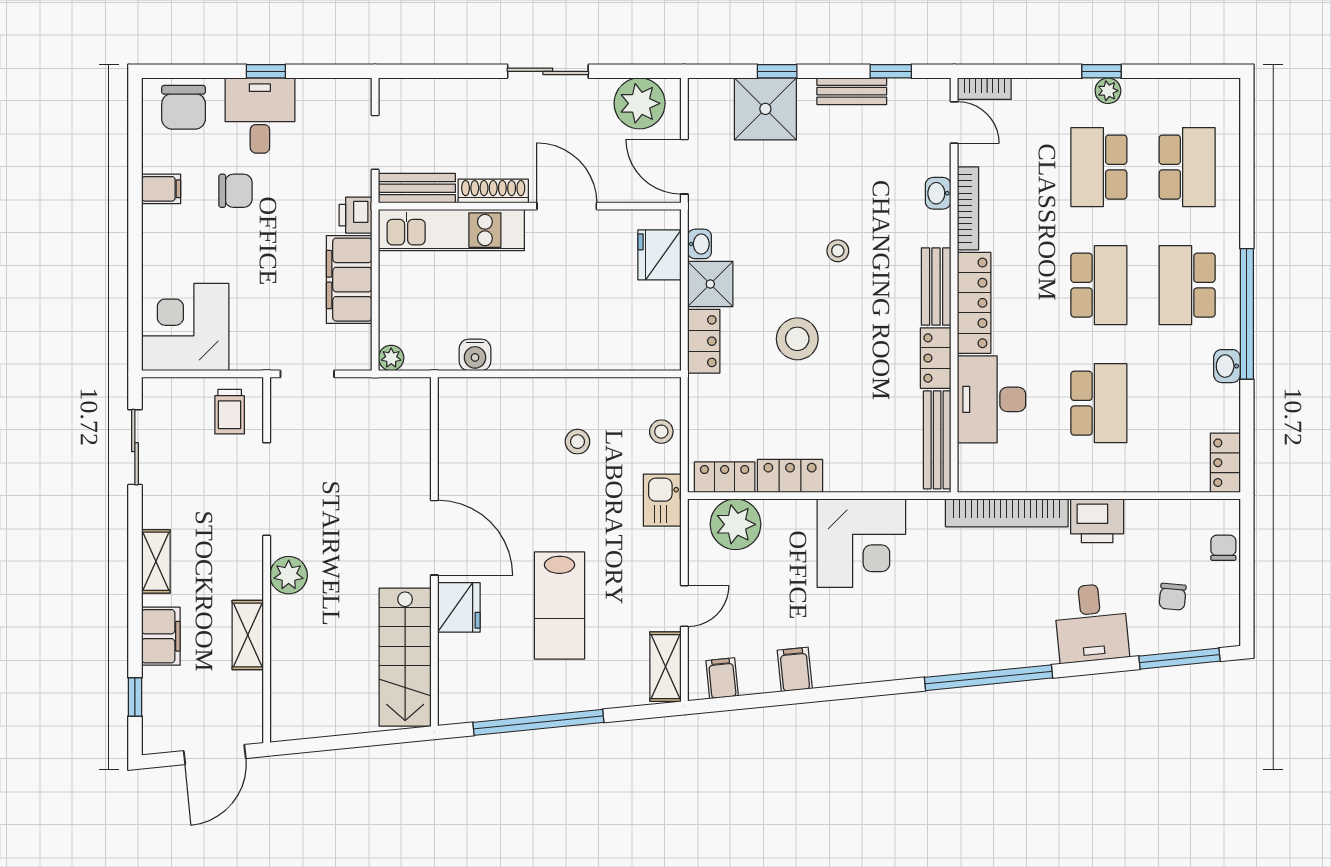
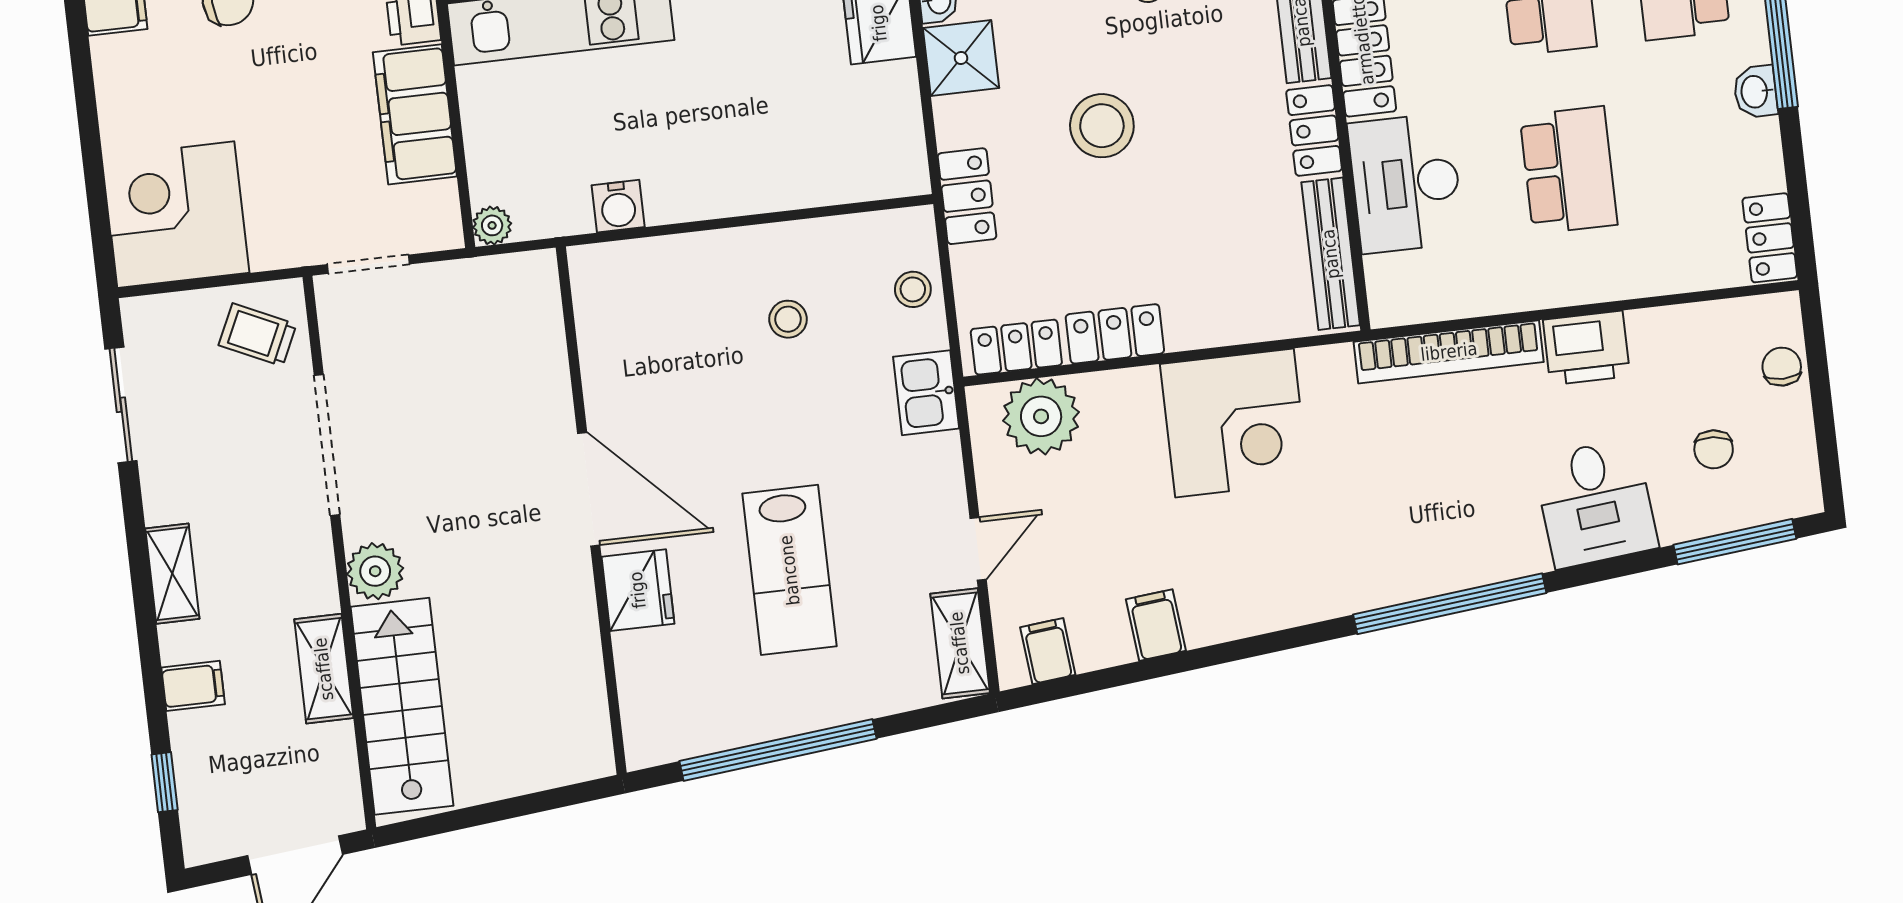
locker: (704, 341) -> (967, 196), moved
trolley: (230, 412) -> (258, 335), turned 115
filing cabinet: (161, 636) -> (193, 686), width x0.50
stairs: (405, 657) -> (402, 706), moved, turned 180

